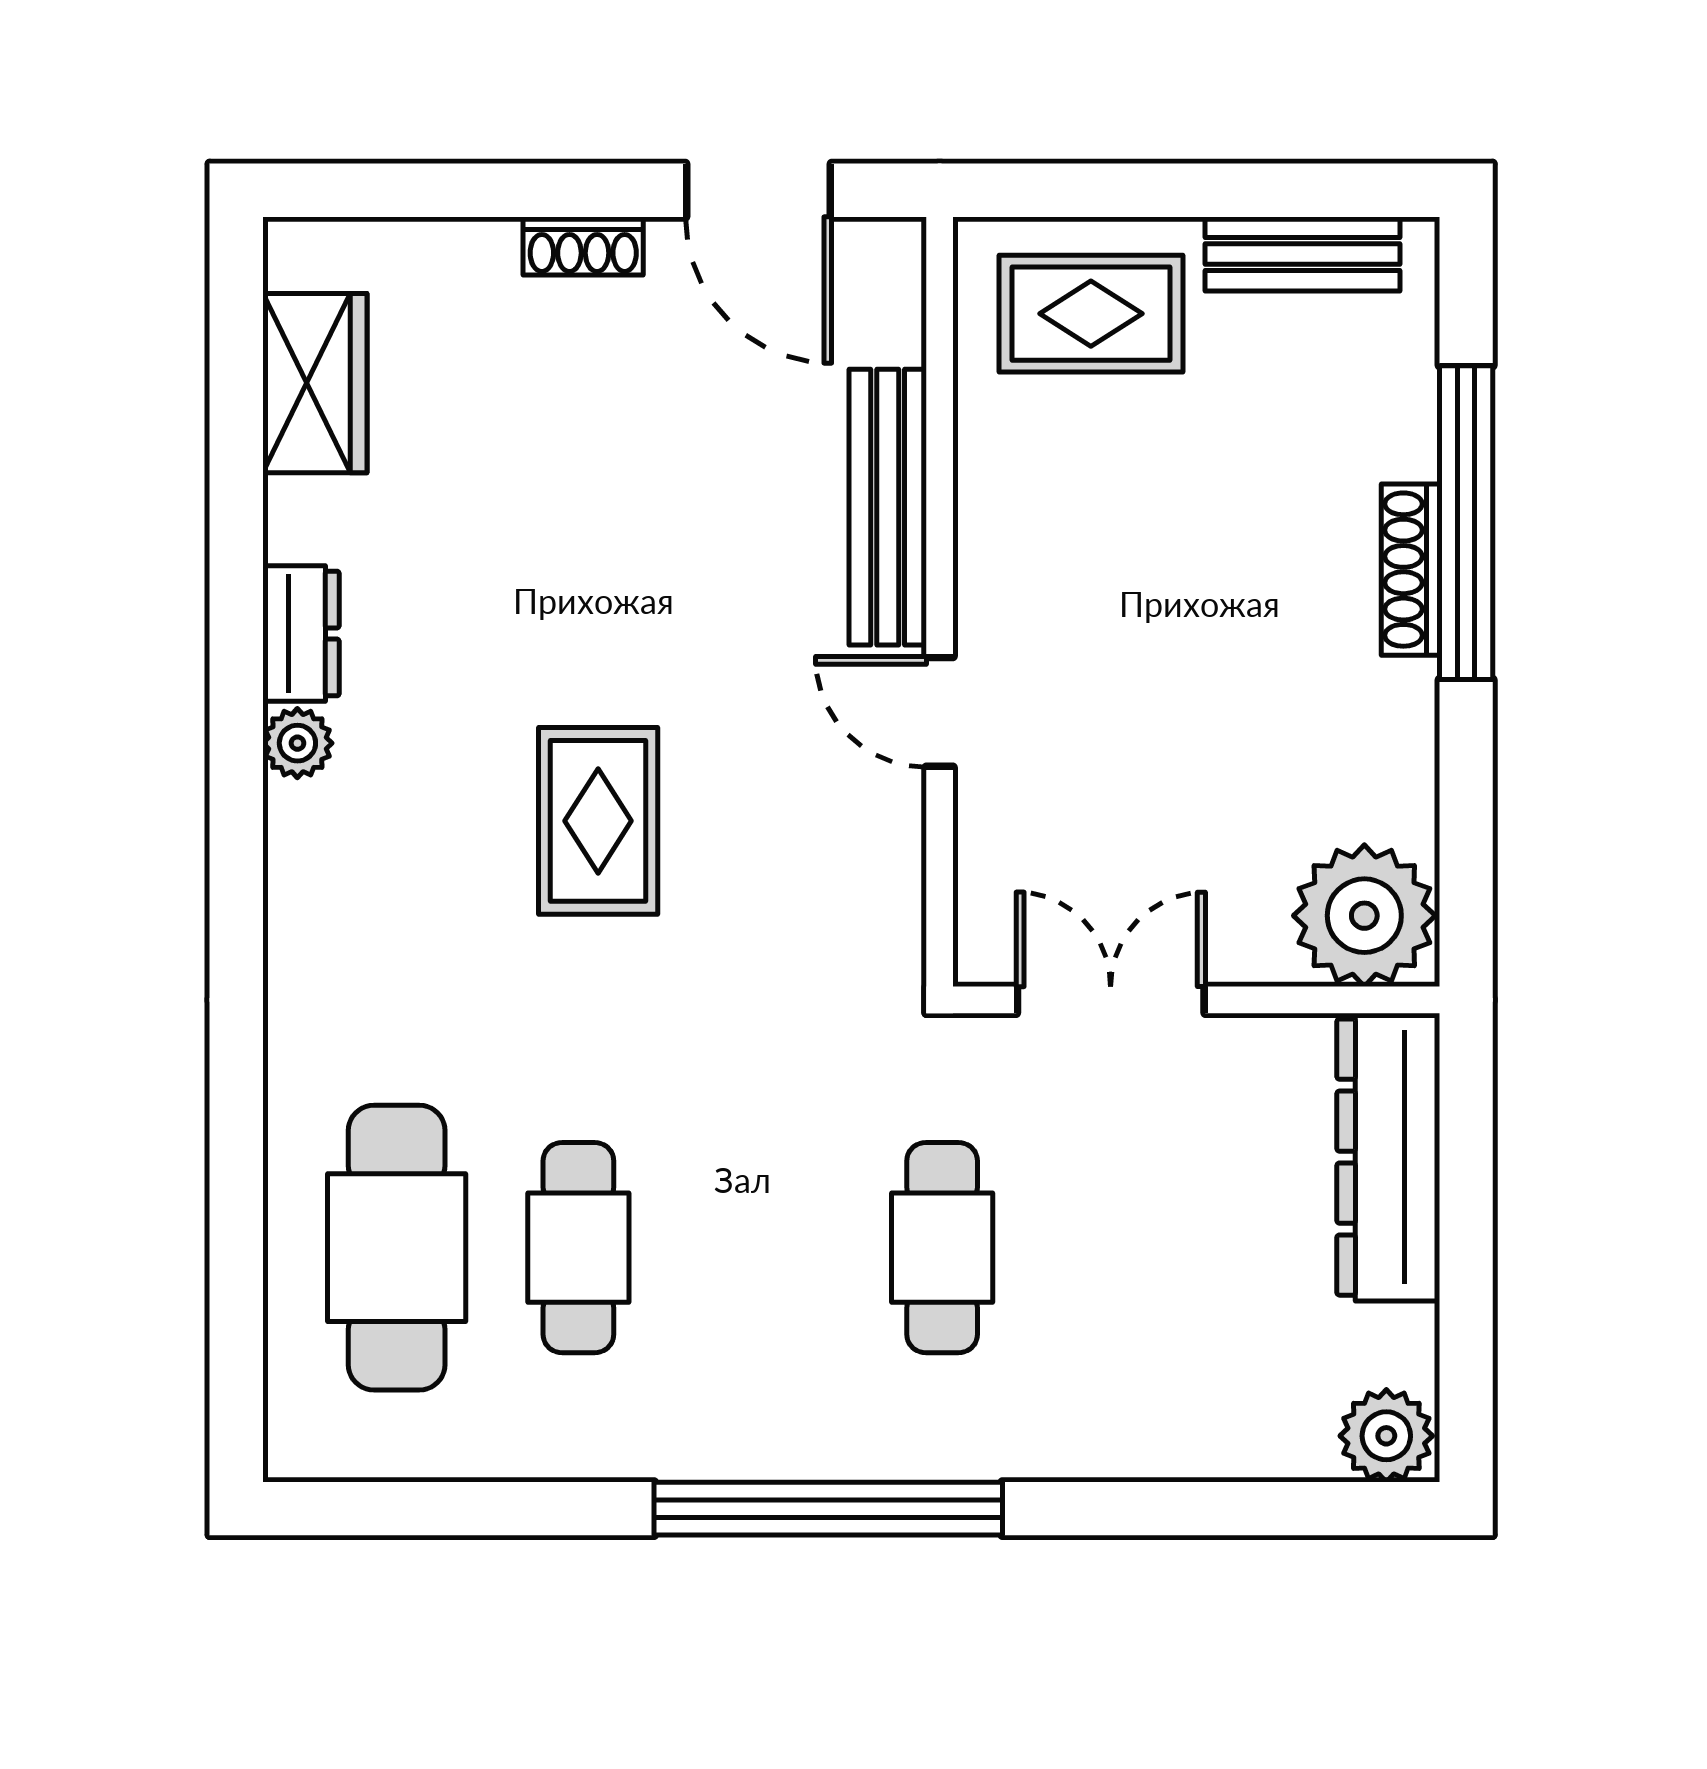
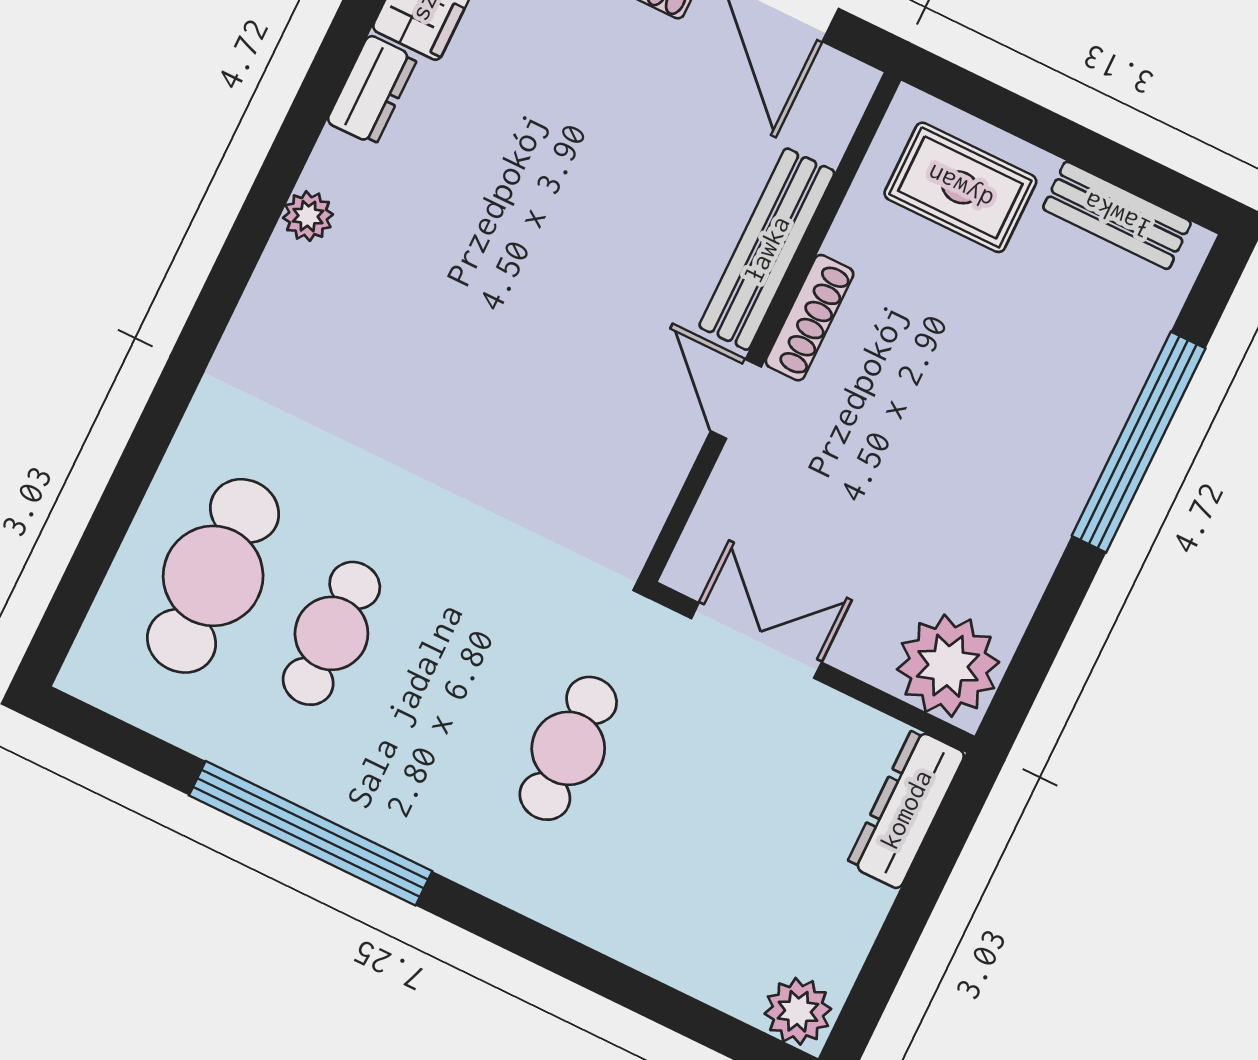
shoe rack: (1410, 570) -> (810, 318), moved, turned 180
dresser: (301, 634) -> (372, 90), moved
rug: (598, 821) -> (479, 362), removed
dresser: (1388, 1157) -> (906, 809), width x0.73, depth x0.80
window: (828, 1509) -> (311, 833), moved

